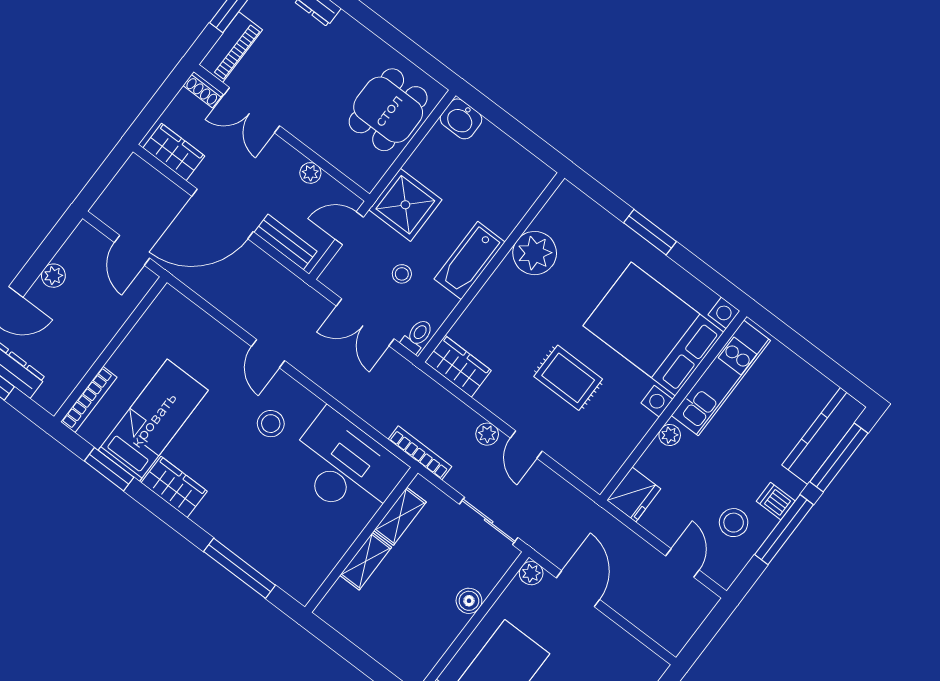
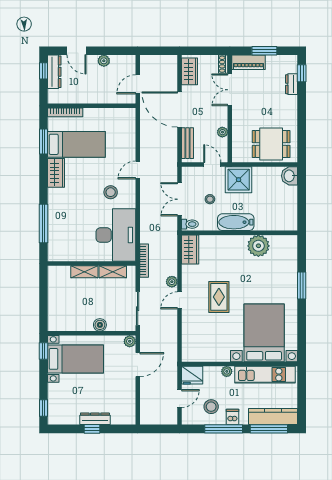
bed with nightstands: (653, 329) -> (264, 333), moved
kitchen unit: (721, 378) -> (265, 375), moved
wall: (673, 406) -> (240, 364), moved
plant: (670, 435) -> (227, 371), moved
fridge: (634, 495) -> (192, 375), moved

